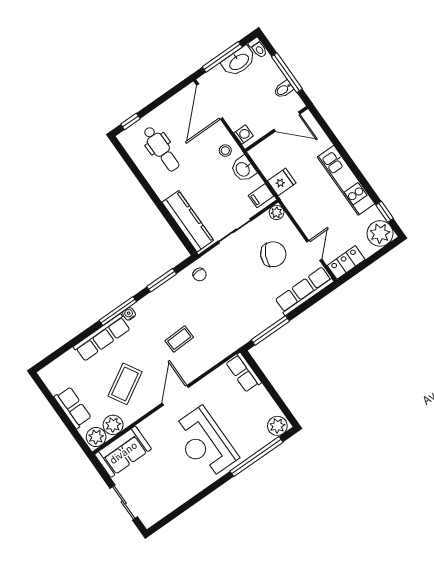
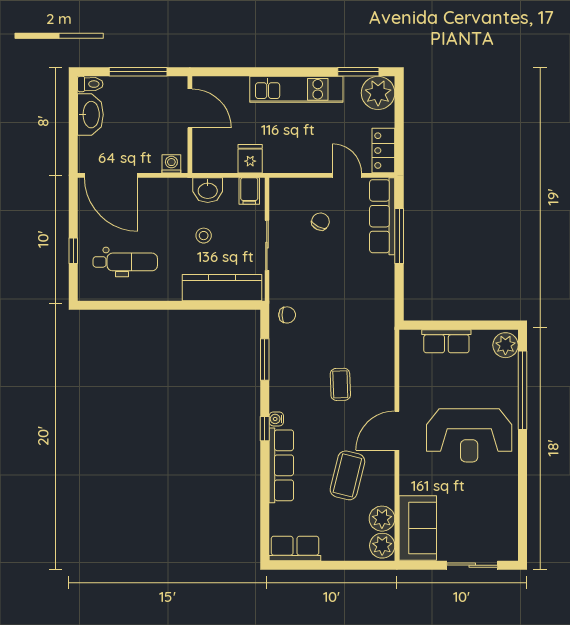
window: (222, 57) -> (73, 129), removed
bidet: (284, 89) -> (153, 88), removed
window: (130, 121) -> (73, 251), moved
door: (287, 122) -> (190, 108), hinge flipped
stool: (225, 151) -> (204, 236), moved
plant: (277, 212) -> (279, 187), removed
window: (385, 212) -> (358, 72), width x1.50
chair: (273, 254) -> (320, 222), width x0.54, depth x0.54
window: (118, 311) -> (265, 429), width x0.46
window: (270, 331) -> (399, 236), moved
row of seats: (244, 372) -> (446, 341), moved
coffee table: (125, 384) -> (347, 475), turned 44
door: (175, 395) -> (397, 431), hinge flipped
row of seats: (73, 408) -> (295, 548), moved

